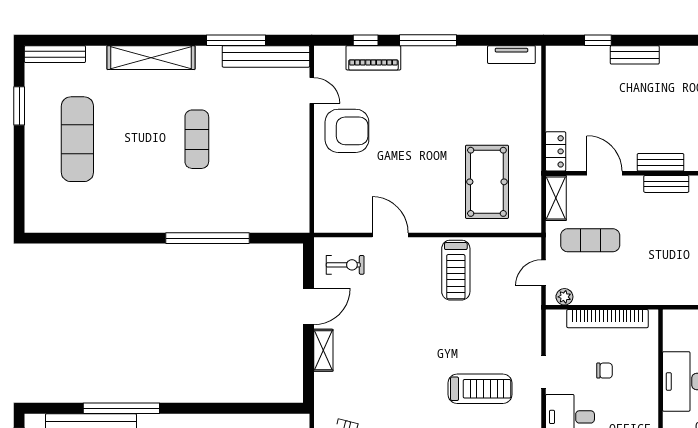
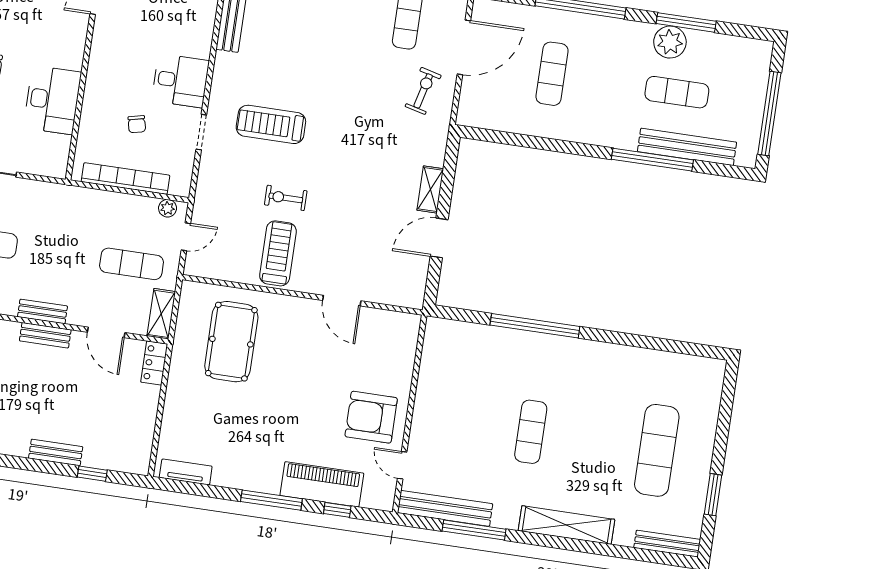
piano: (373, 58) -> (322, 484), width x1.37, depth x1.33
exercise bike: (345, 265) -> (286, 198), moved
chair: (604, 371) -> (137, 124), turned -103

